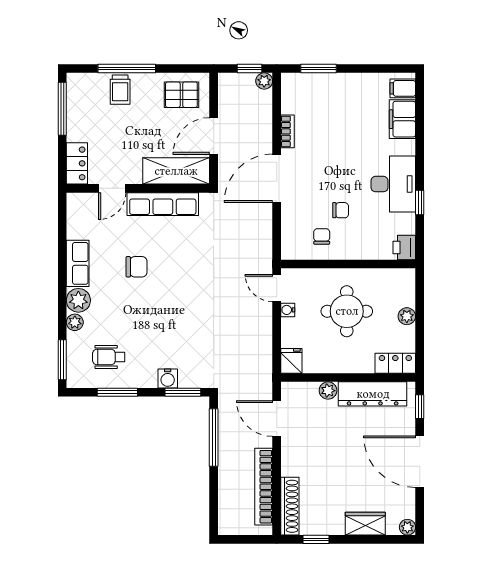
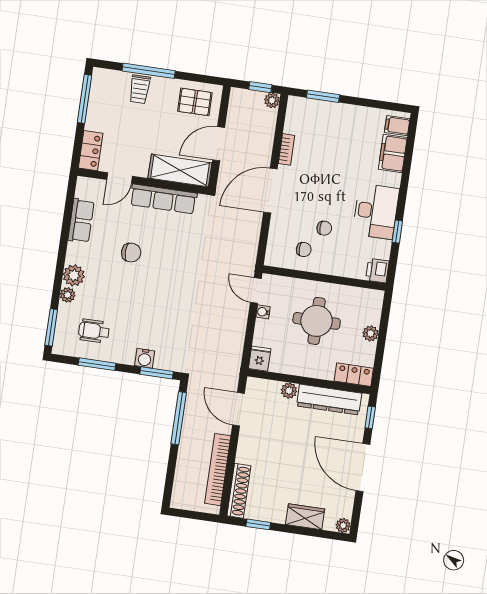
chair: (322, 236) -> (304, 250), turned 90
row of seats: (78, 263) -> (81, 221), moved

